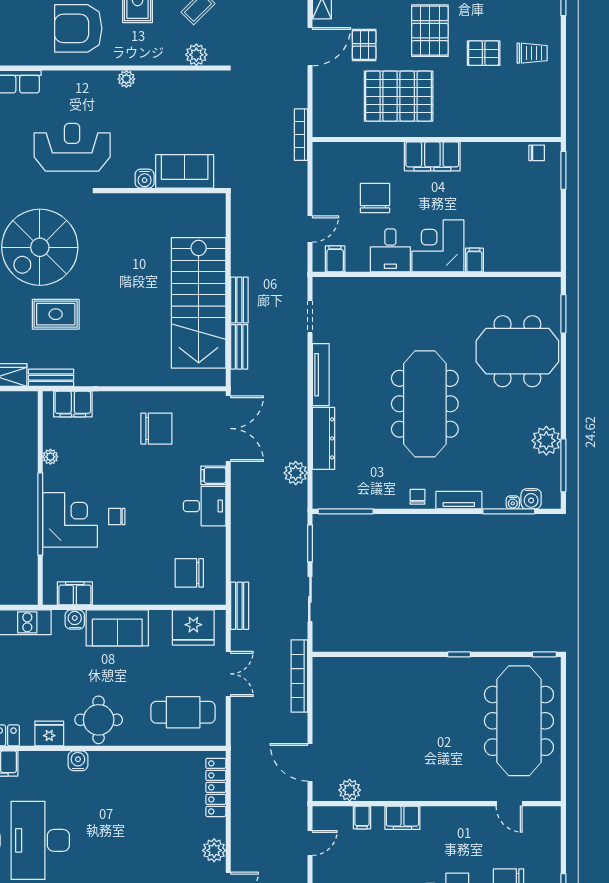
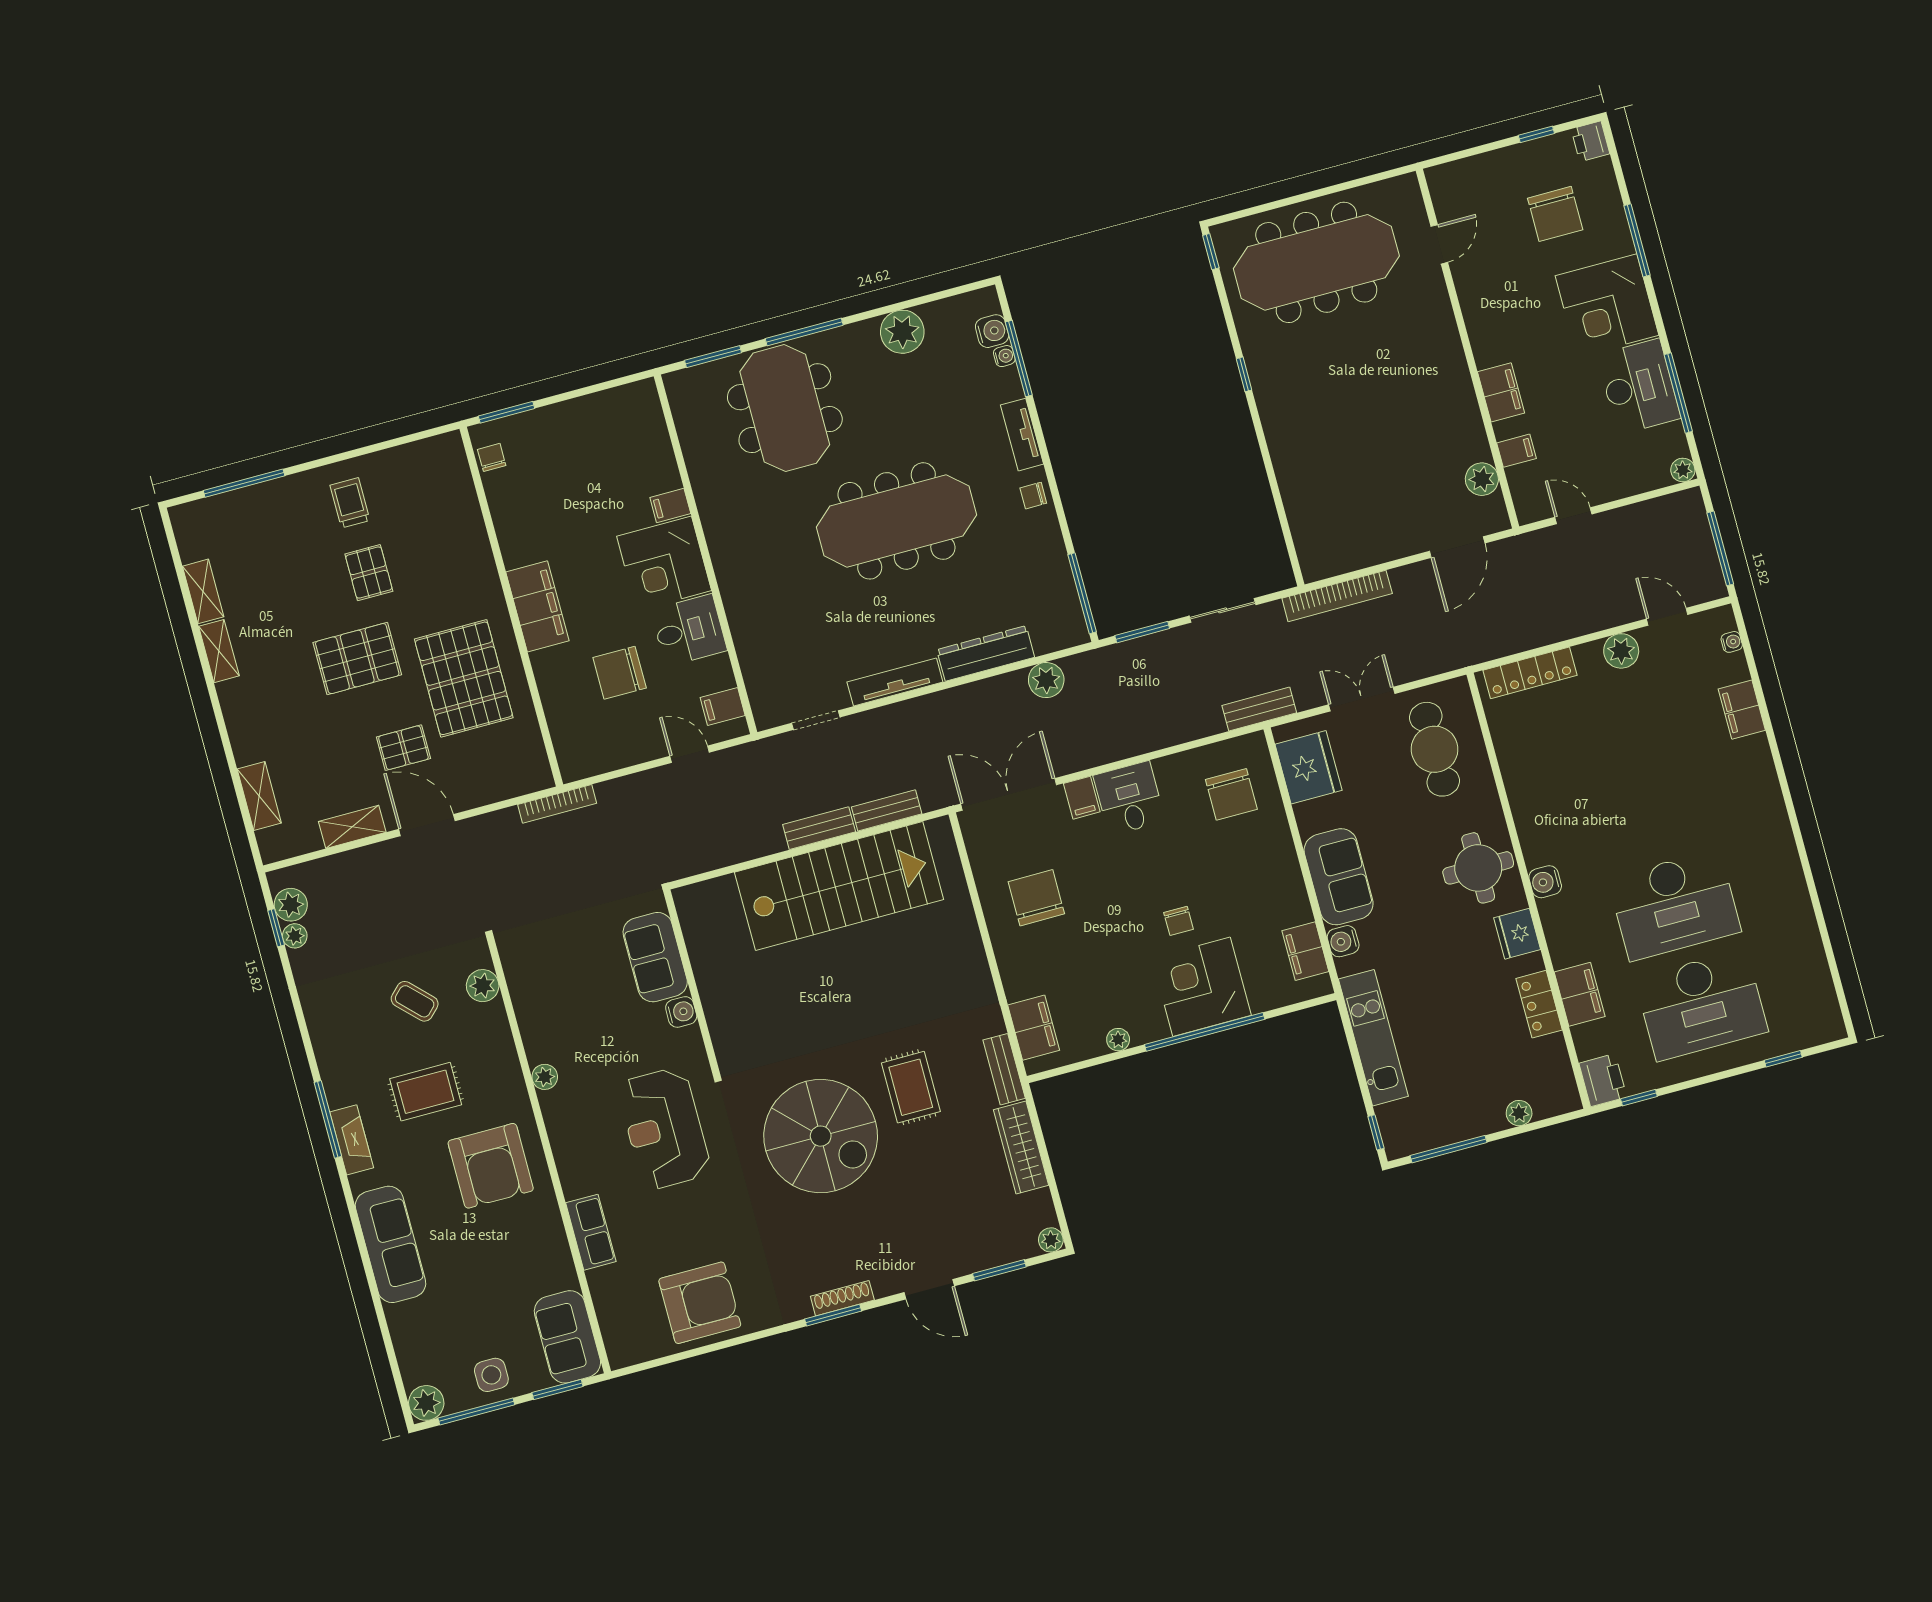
window: (563, 465) -> (804, 332), moved

